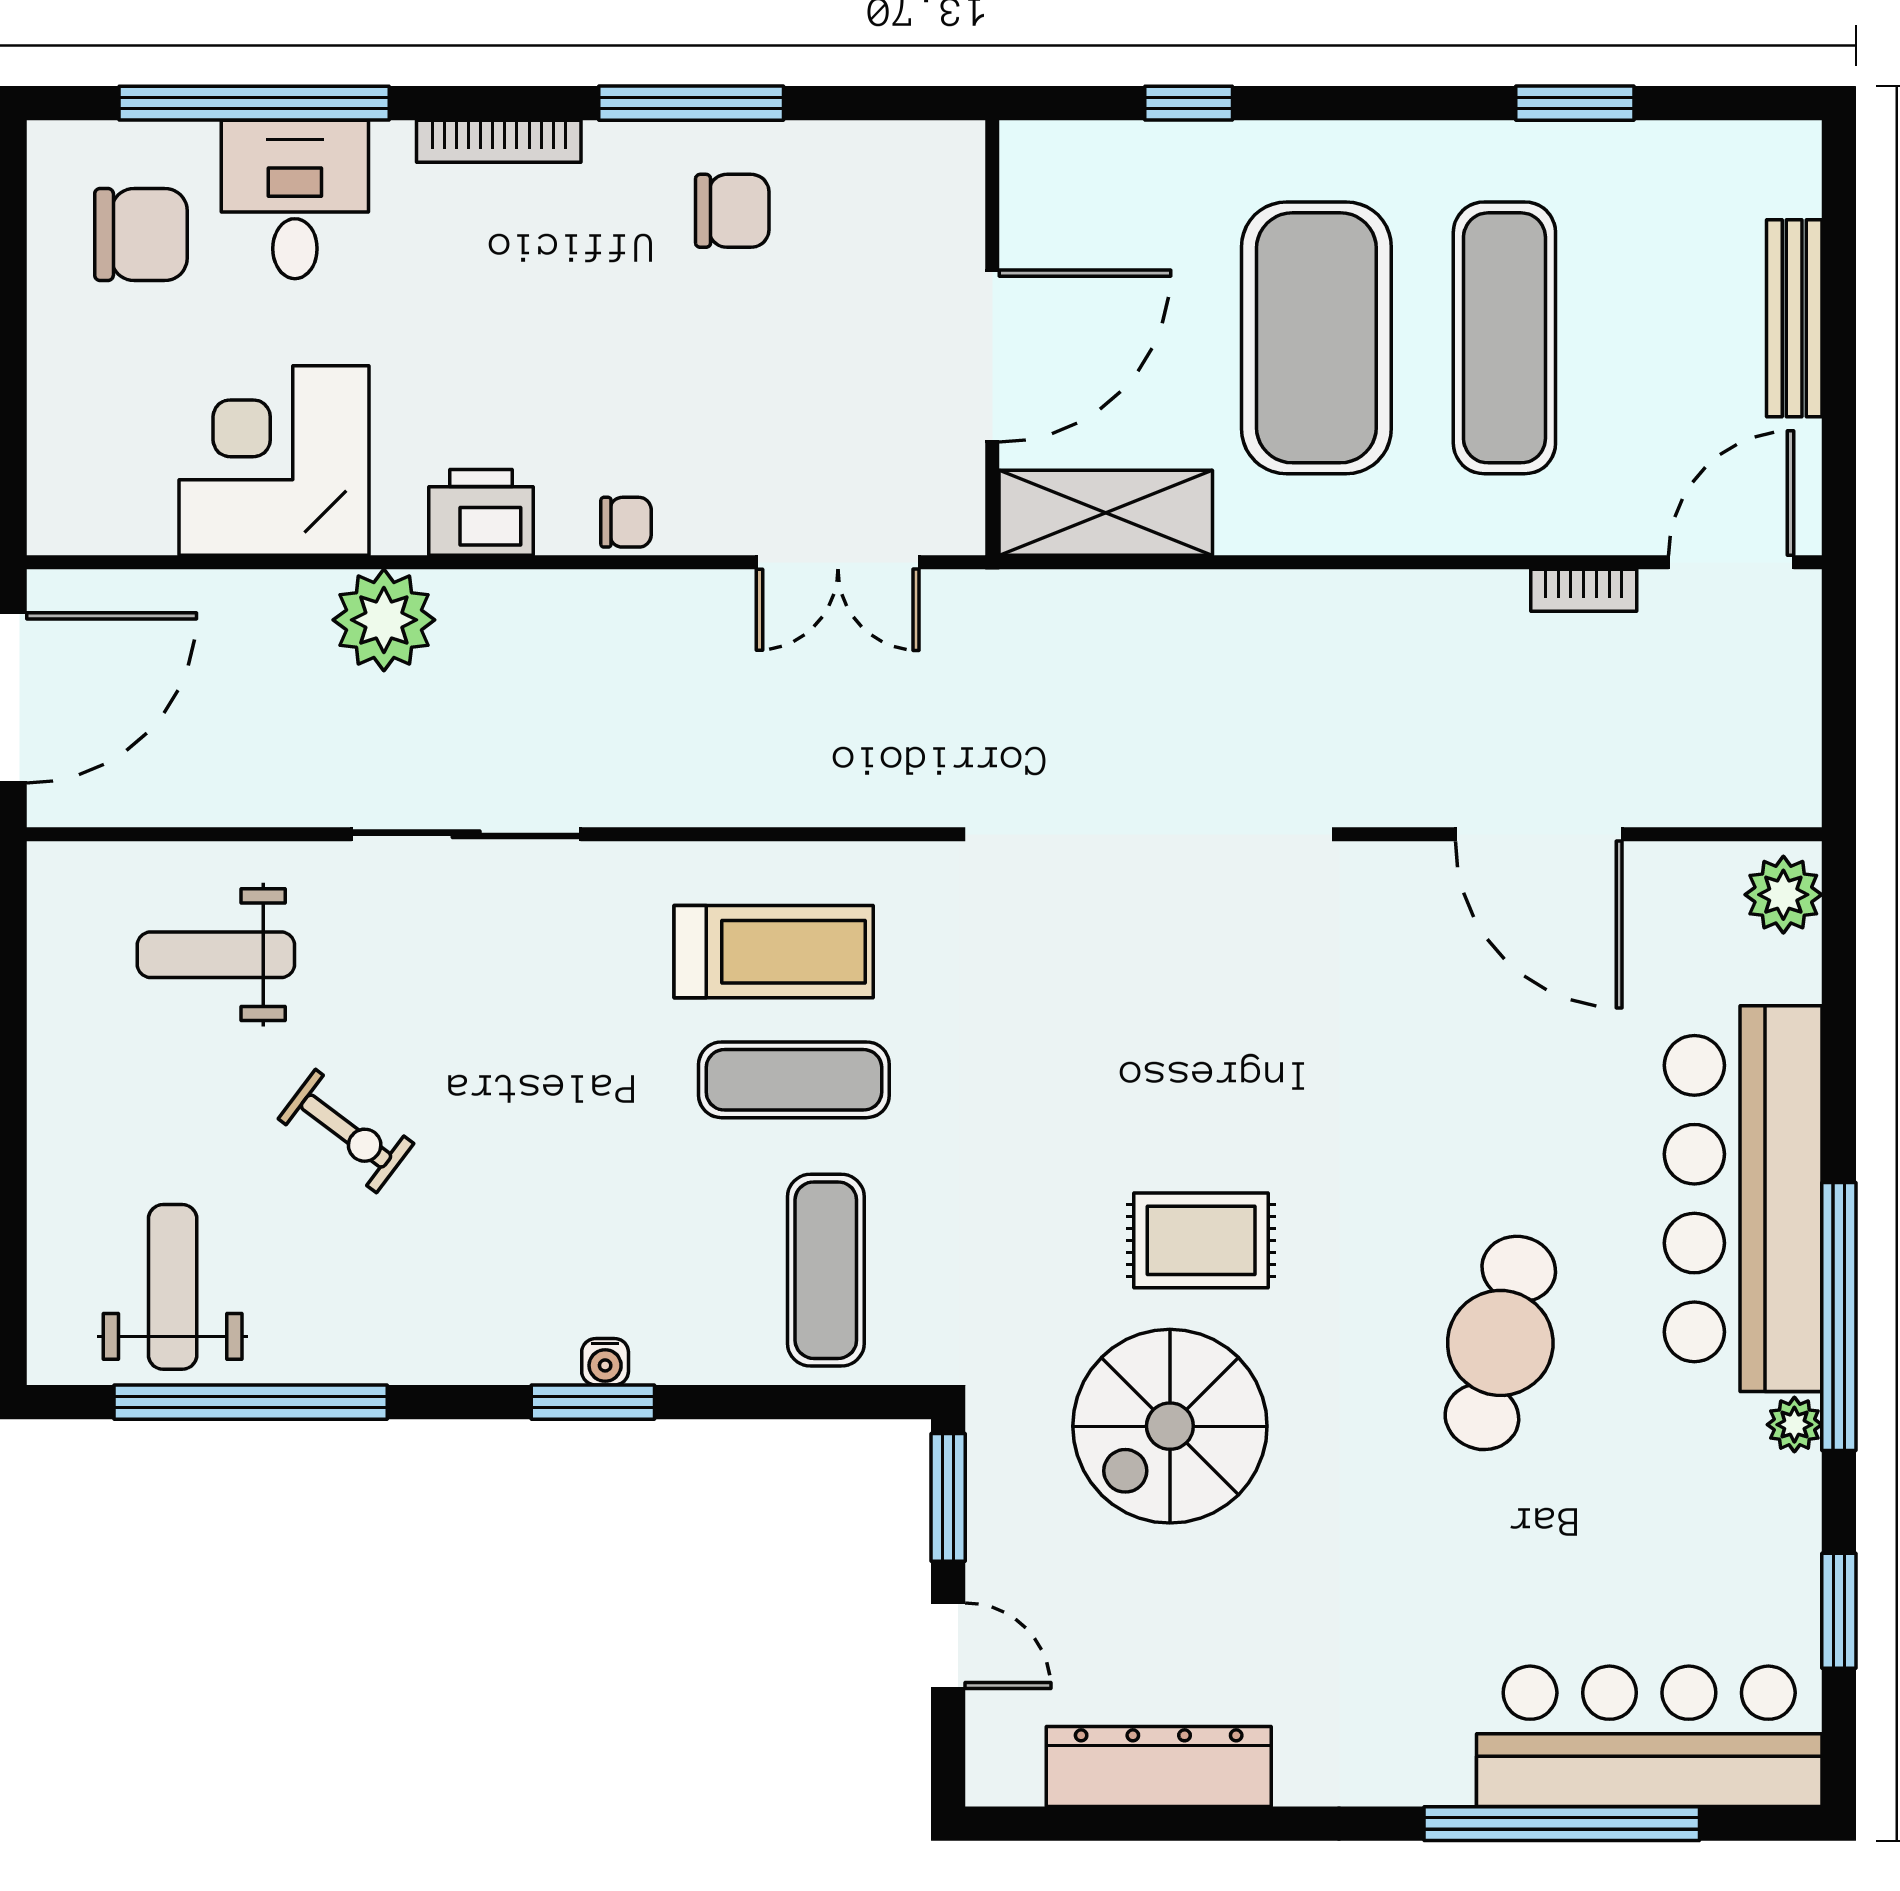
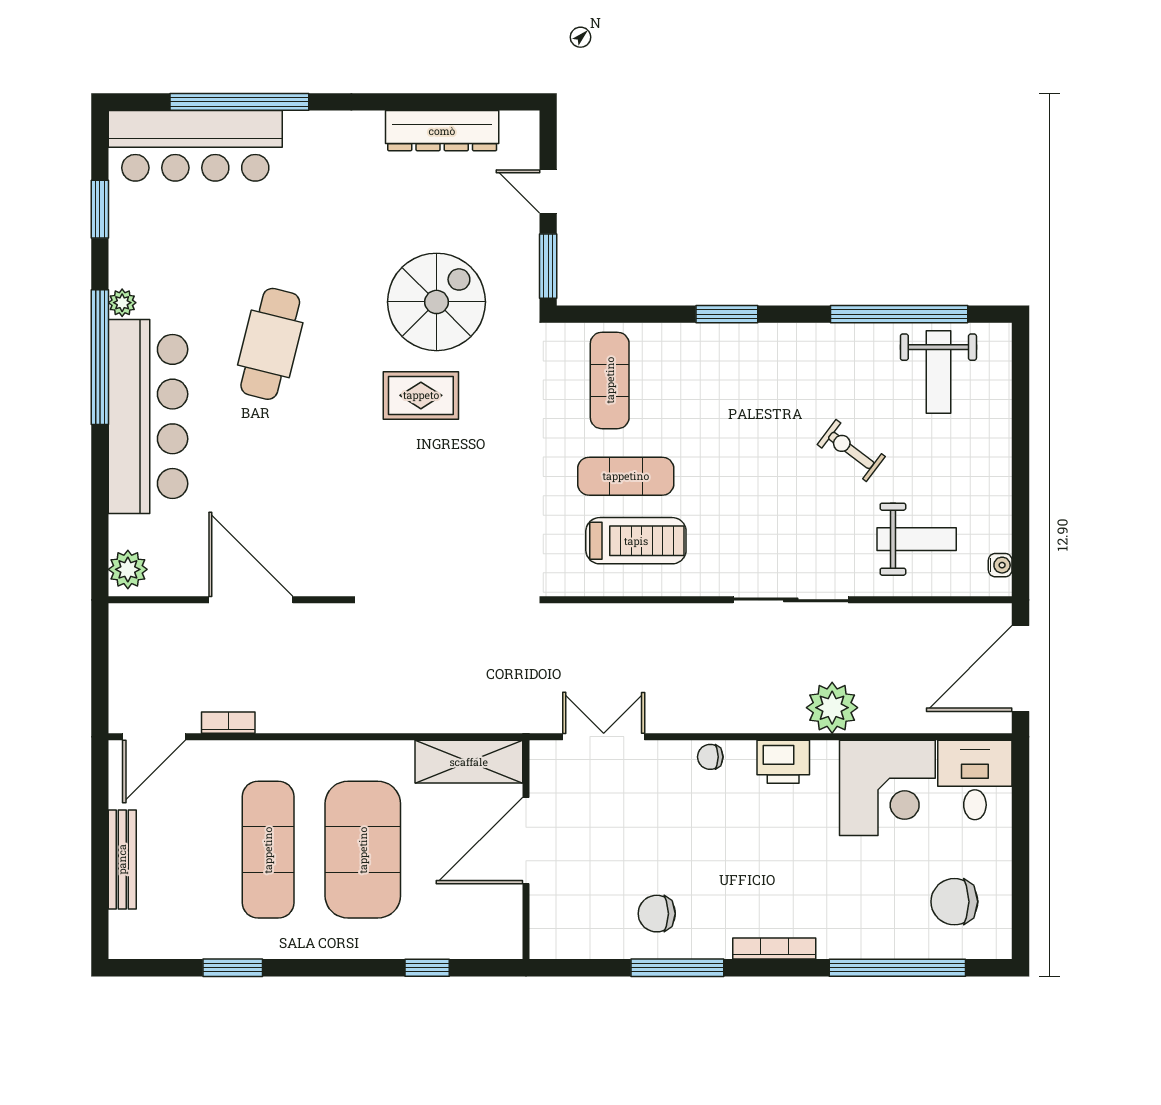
desk: (295, 200) -> (975, 780), moved, turned 180
treadmill: (774, 952) -> (636, 541), turned 180
water cooler: (605, 1362) -> (1000, 565), moved, turned 90

